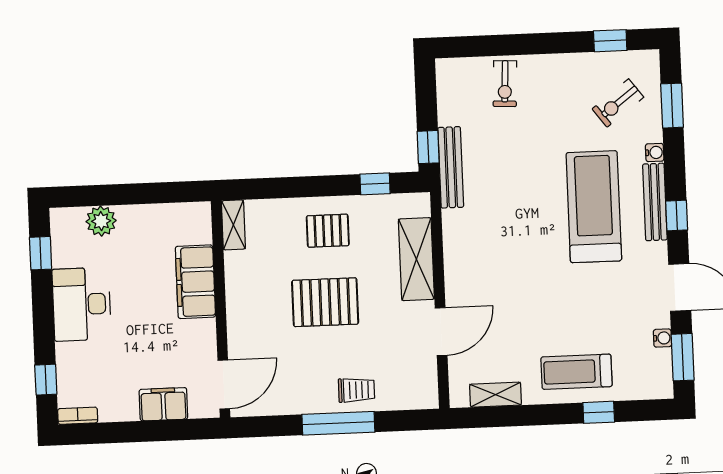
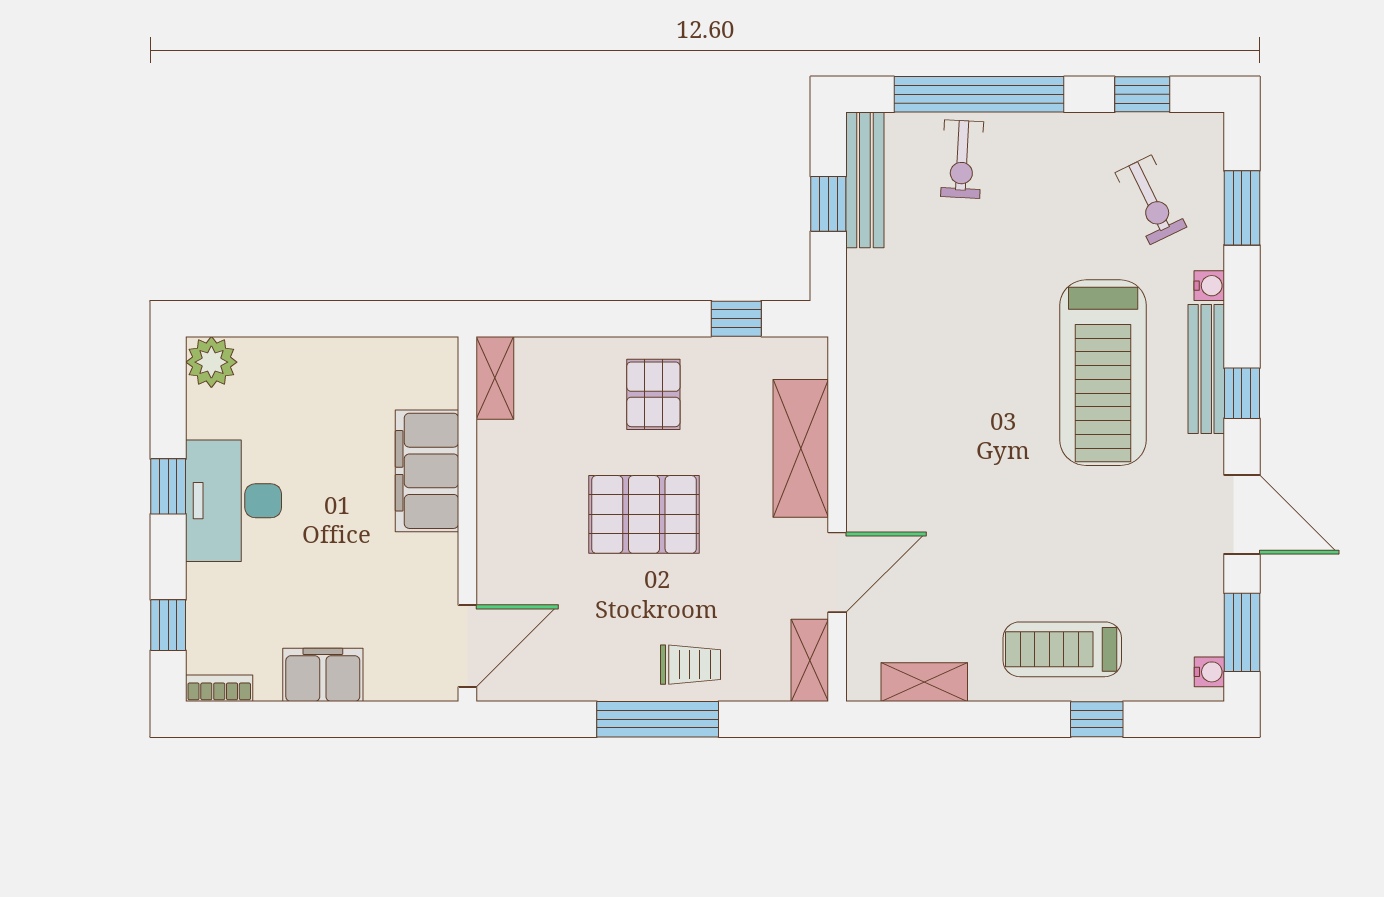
window: (513, 45) -> (979, 94), added
exercise bike: (618, 103) -> (1151, 200), turned -79
window: (428, 147) -> (828, 204), moved
bench: (451, 167) -> (865, 180), moved
treadmill: (594, 207) -> (1103, 373), turned 180
plant: (101, 221) -> (211, 362), moved
pallet: (328, 231) -> (653, 394), turned 90
window: (41, 253) -> (168, 486), moved
water cooler: (662, 338) -> (1209, 672), moved
shelving: (427, 385) -> (810, 660), added
filing cabinet: (163, 404) -> (323, 675), moved

